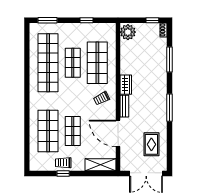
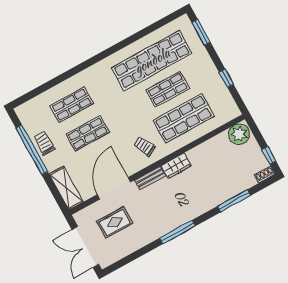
shop shelf: (48, 131) -> (72, 105), width x0.70, depth x0.74
rug: (151, 144) -> (115, 222), moved
window: (63, 173) -> (32, 150), width x3.17

